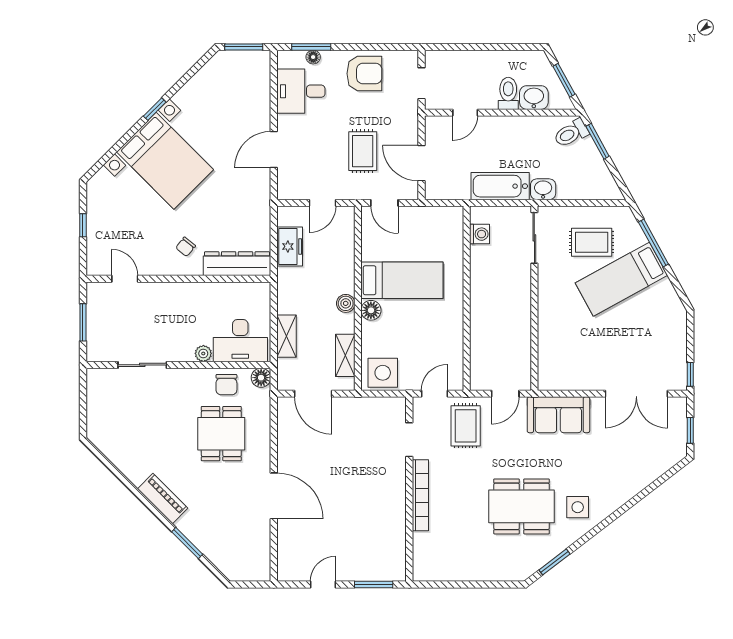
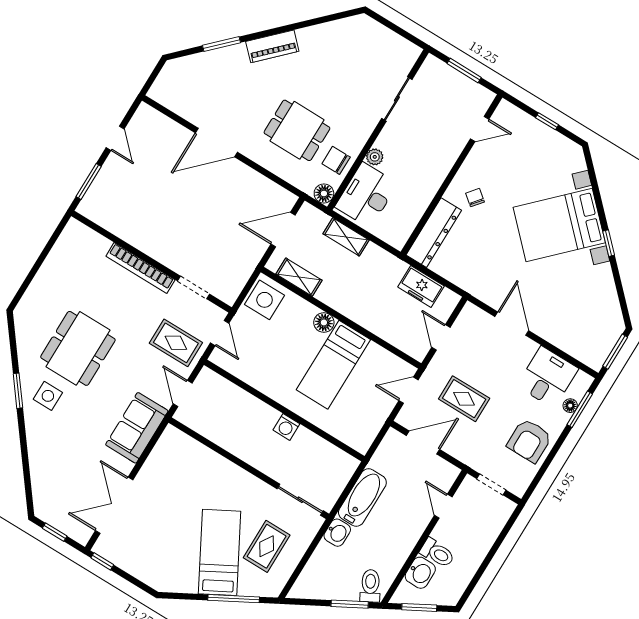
washing machine: (480, 234) -> (286, 427), moved
boiler: (346, 303) -> (343, 305), removed
window: (554, 562) -> (18, 391), moved

